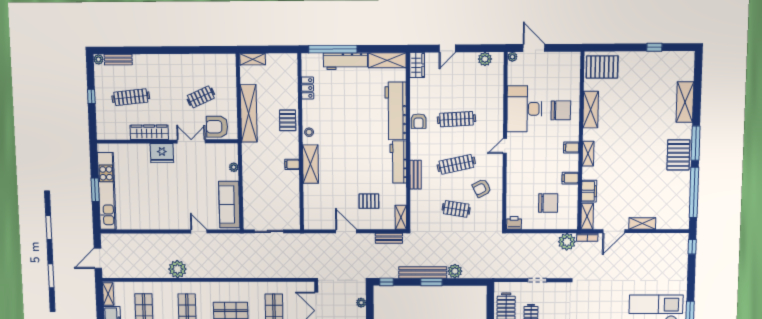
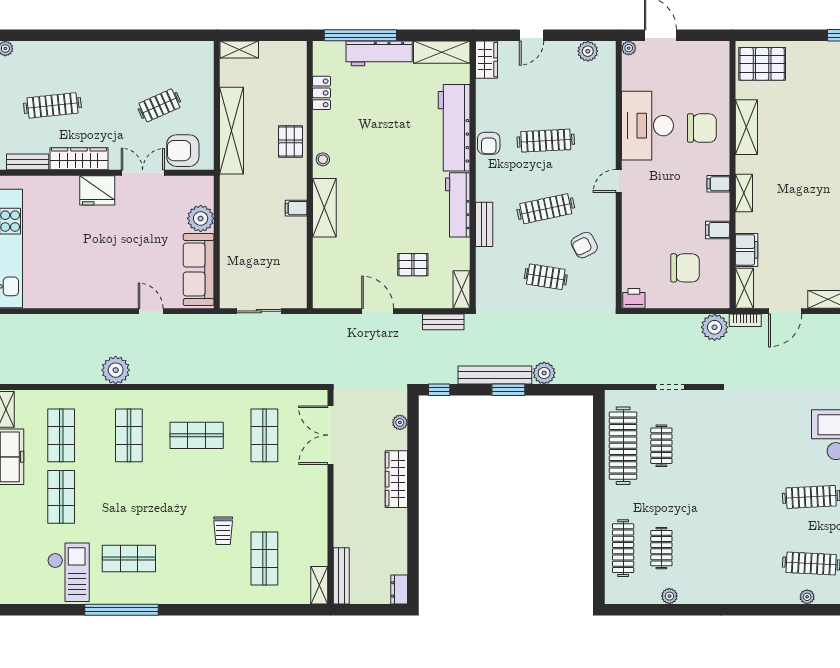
bench: (118, 60) -> (28, 162), moved
plant: (234, 167) -> (201, 218), width x1.88, depth x1.88

